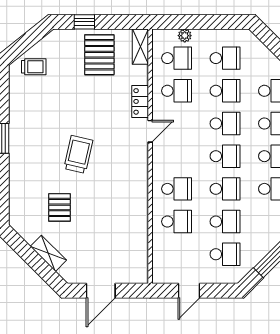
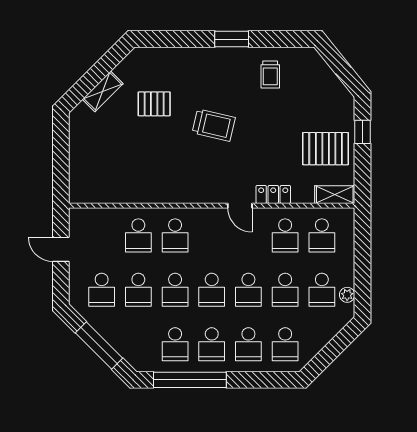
plant: (185, 36) -> (347, 295), moved
trolley: (34, 67) -> (270, 74), moved
door: (101, 291) -> (61, 150), removed

